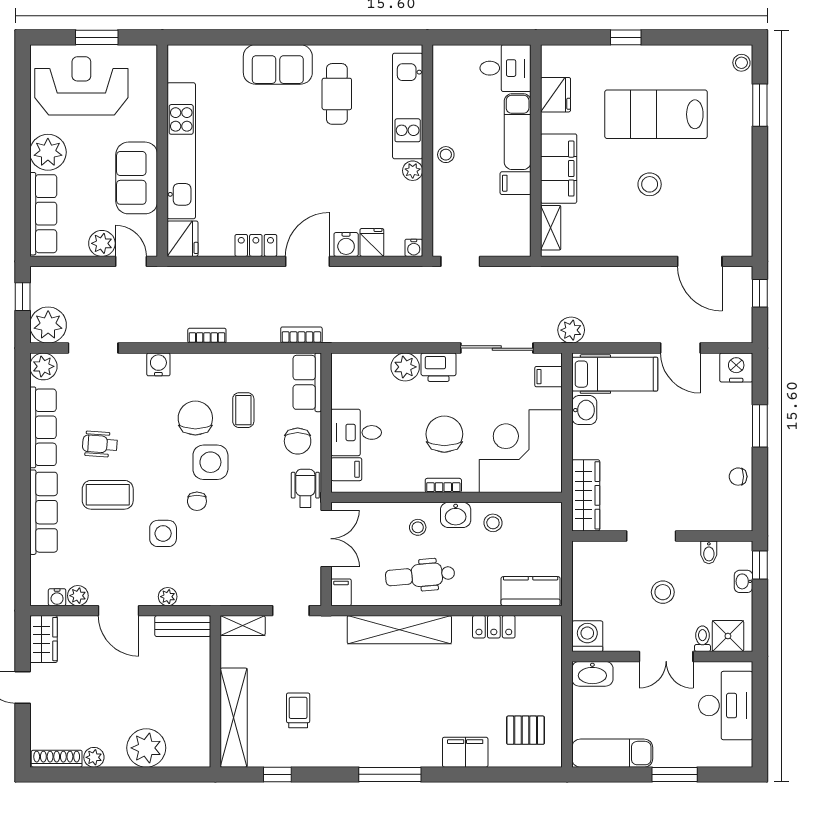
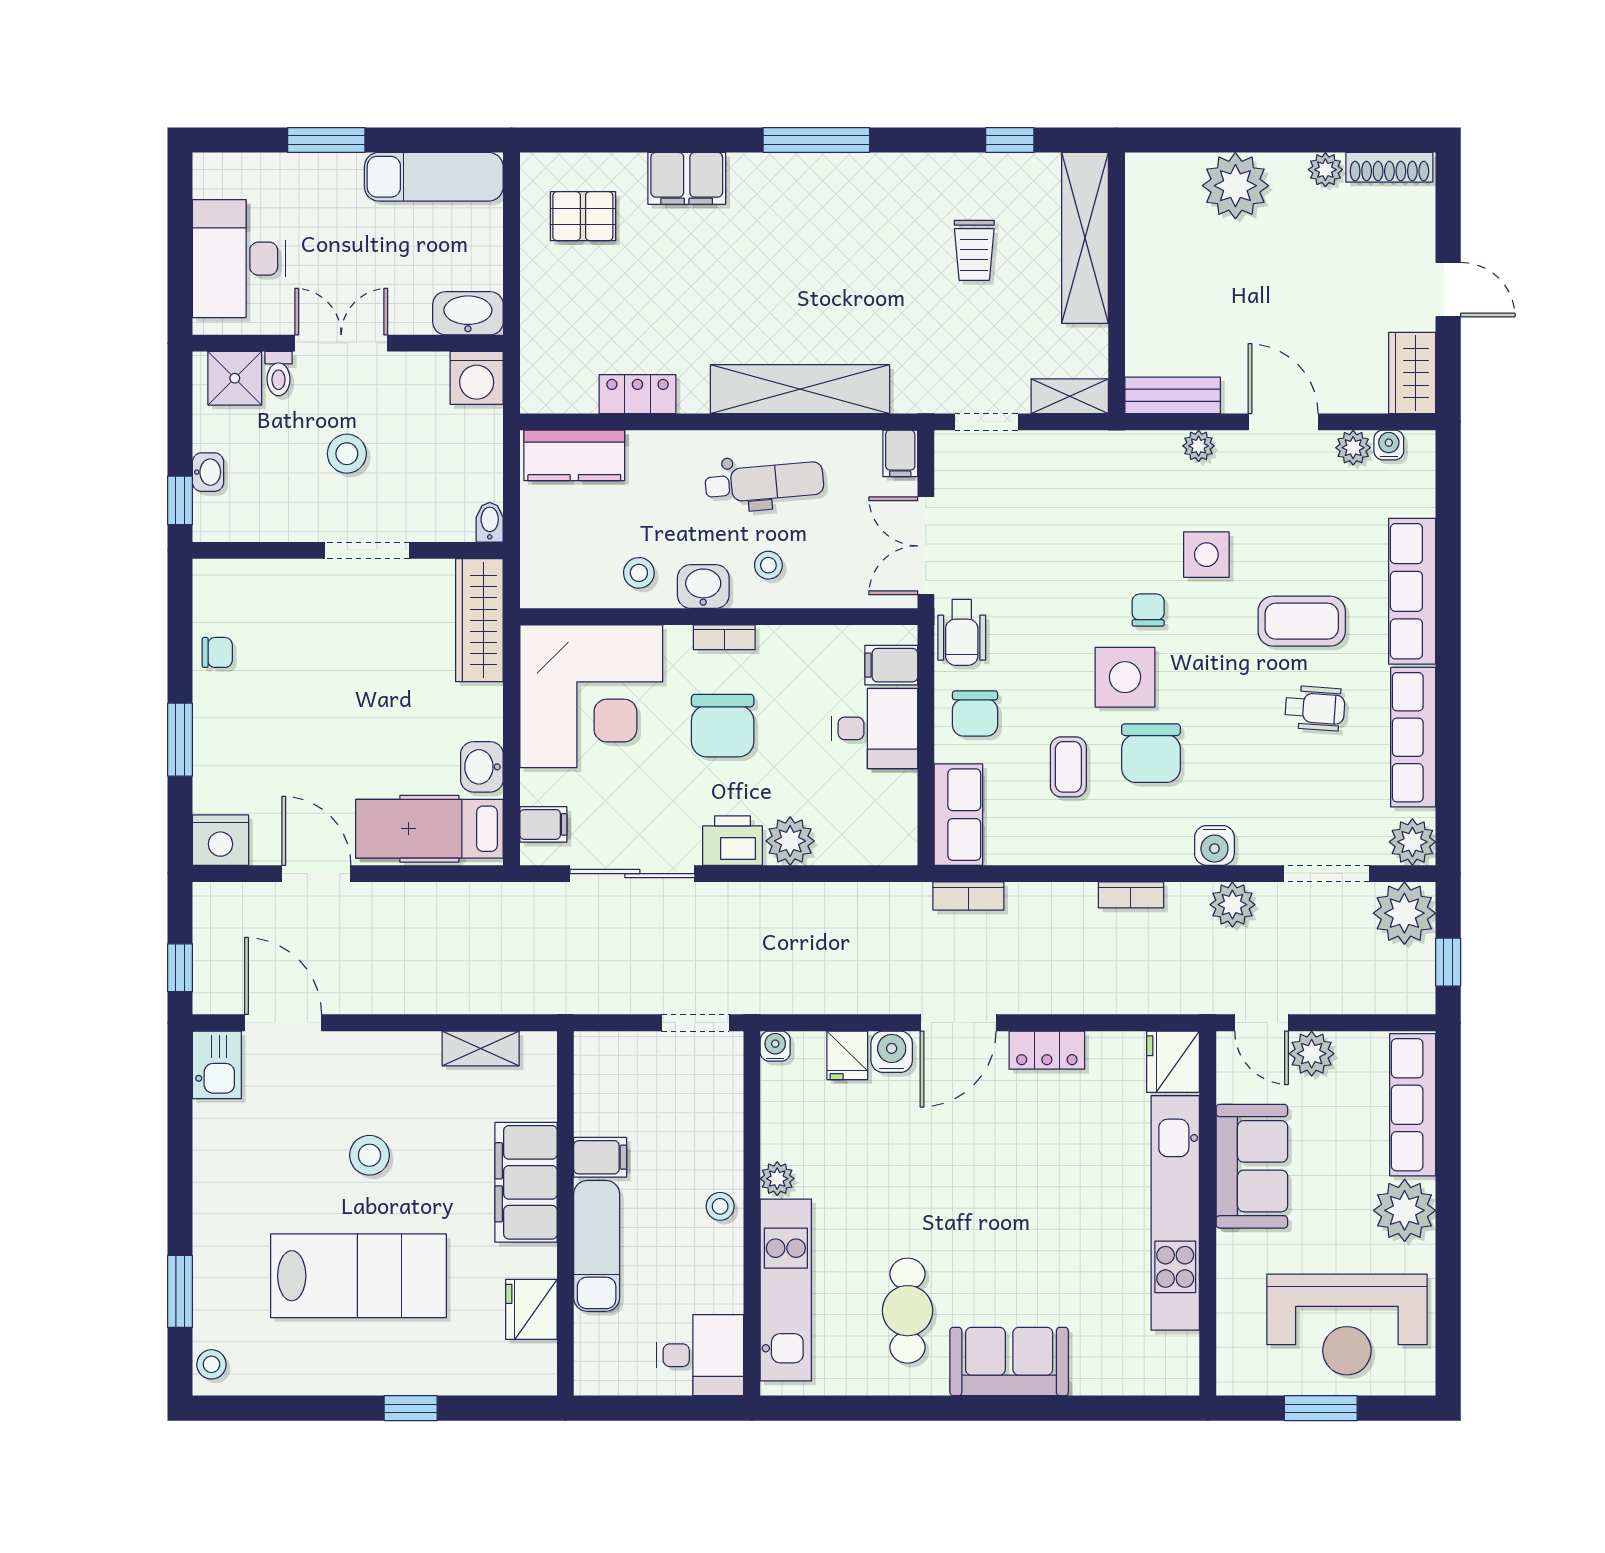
desk: (505, 68) -> (700, 1355), moved, turned 180
shelving: (551, 228) -> (481, 1048), moved, turned 90
kitchen sink: (738, 237) -> (217, 1065), added
plant: (571, 330) -> (1232, 905), moved
chair: (298, 441) -> (975, 713), turned 180
bidet: (709, 552) -> (490, 522), moved

